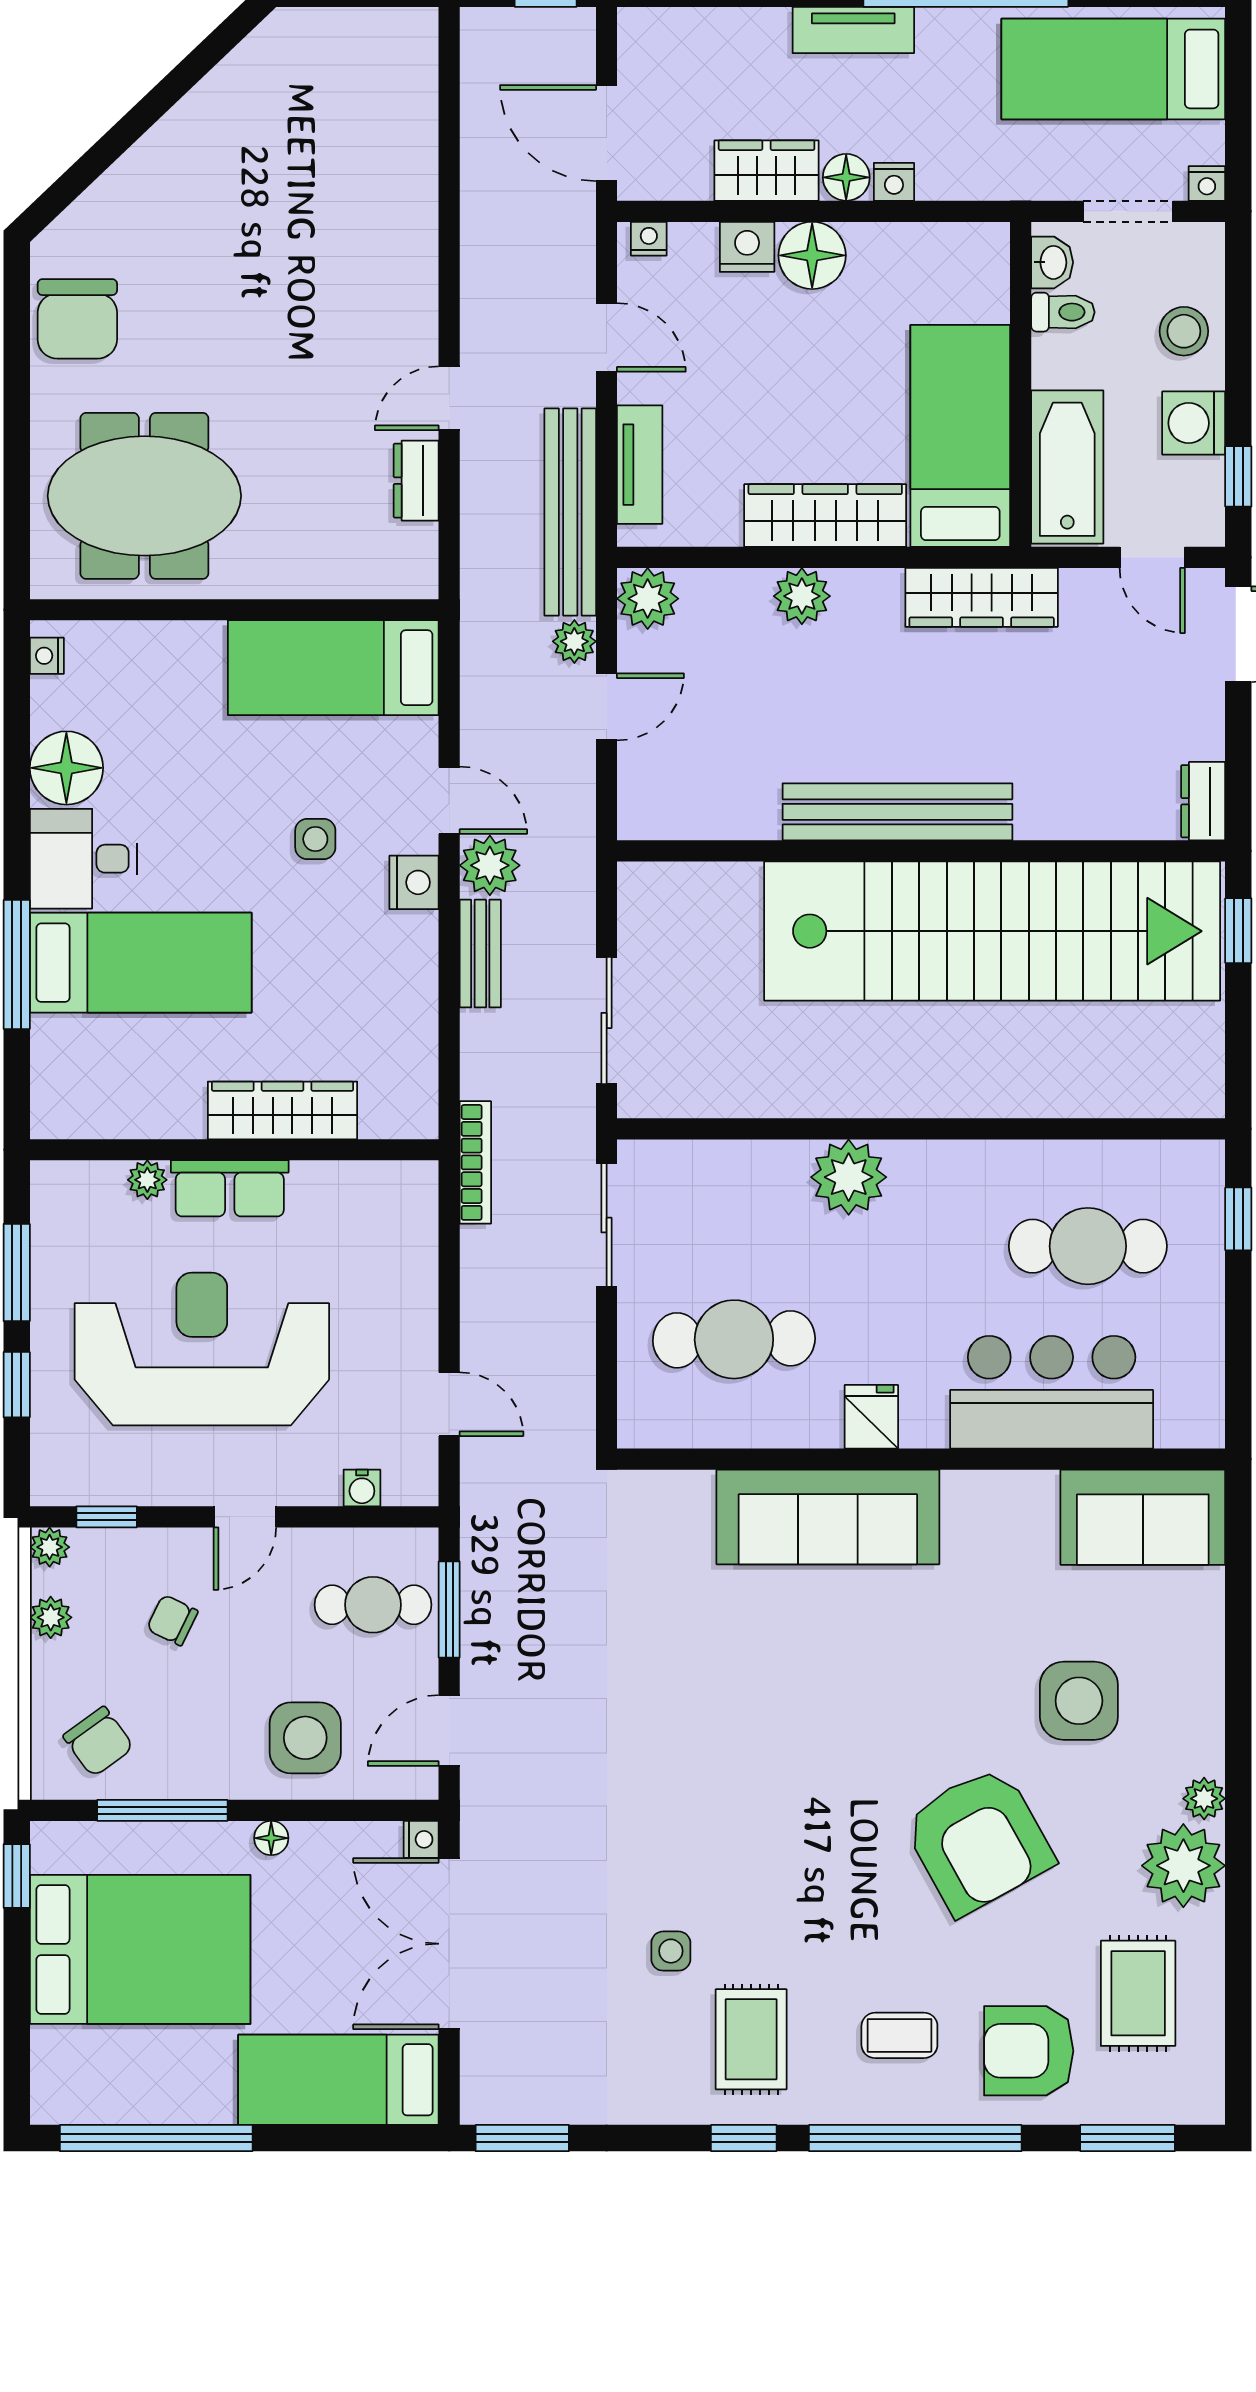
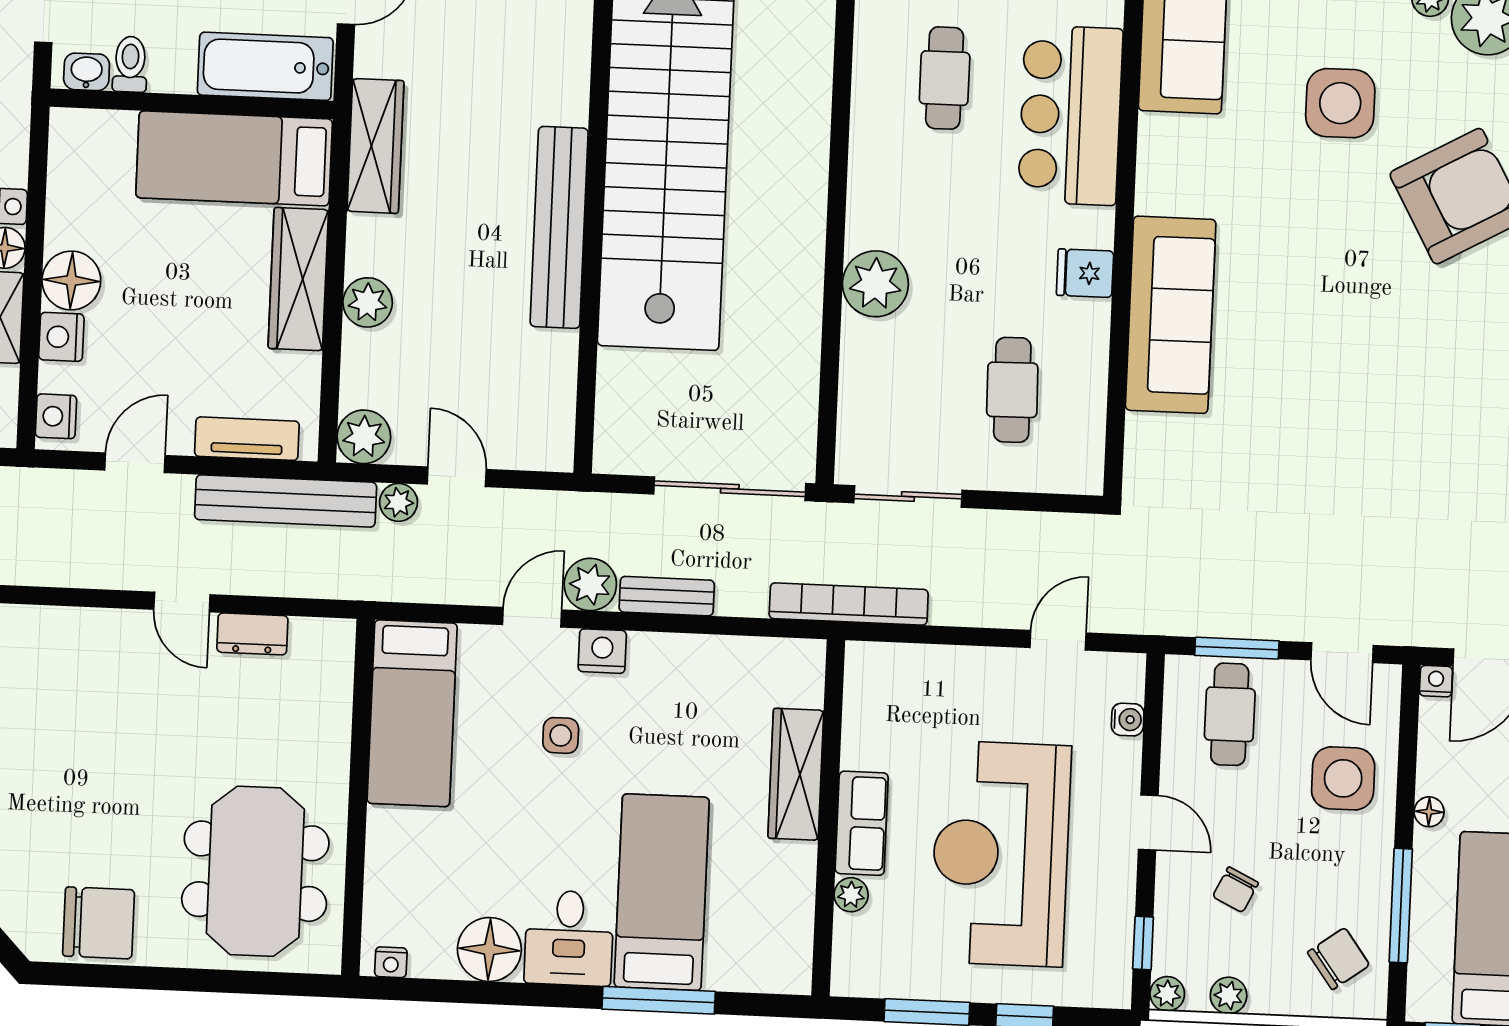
nightstand: (649, 239) -> (56, 416), width x1.39, depth x1.35
sliding door: (607, 1020) -> (730, 489), width x1.37
bookcase: (475, 1162) -> (849, 604), width x1.48, depth x1.31
cafe table: (1088, 1246) -> (945, 78), width x0.73, depth x0.74
cafe table: (734, 1339) -> (1012, 390), width x0.73, depth x0.74

